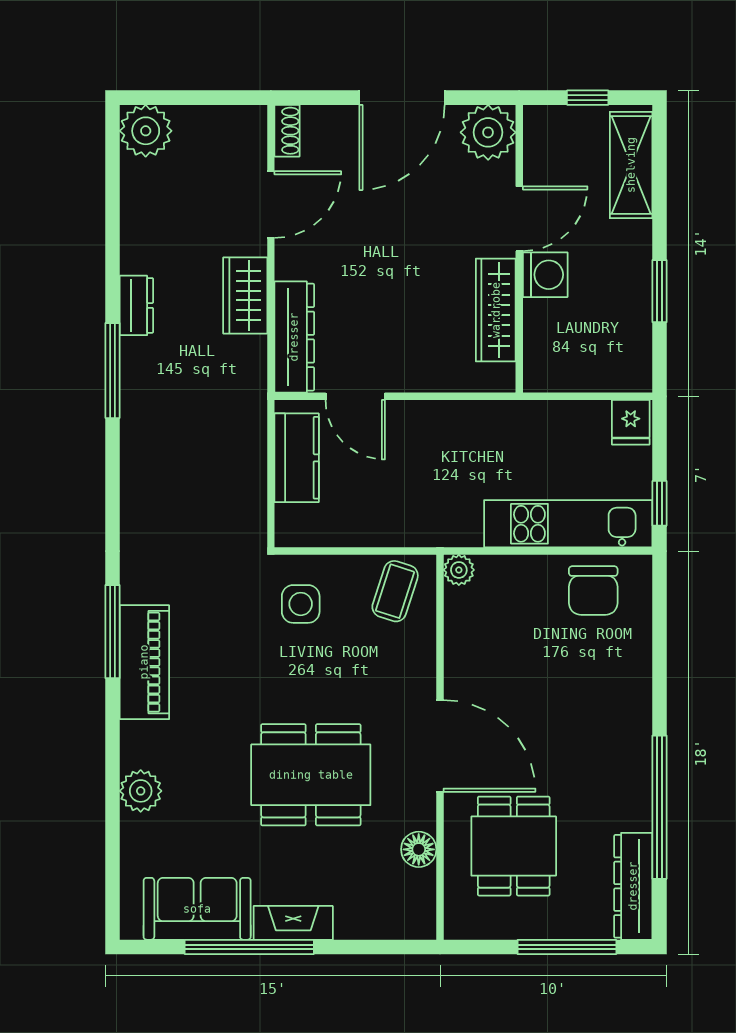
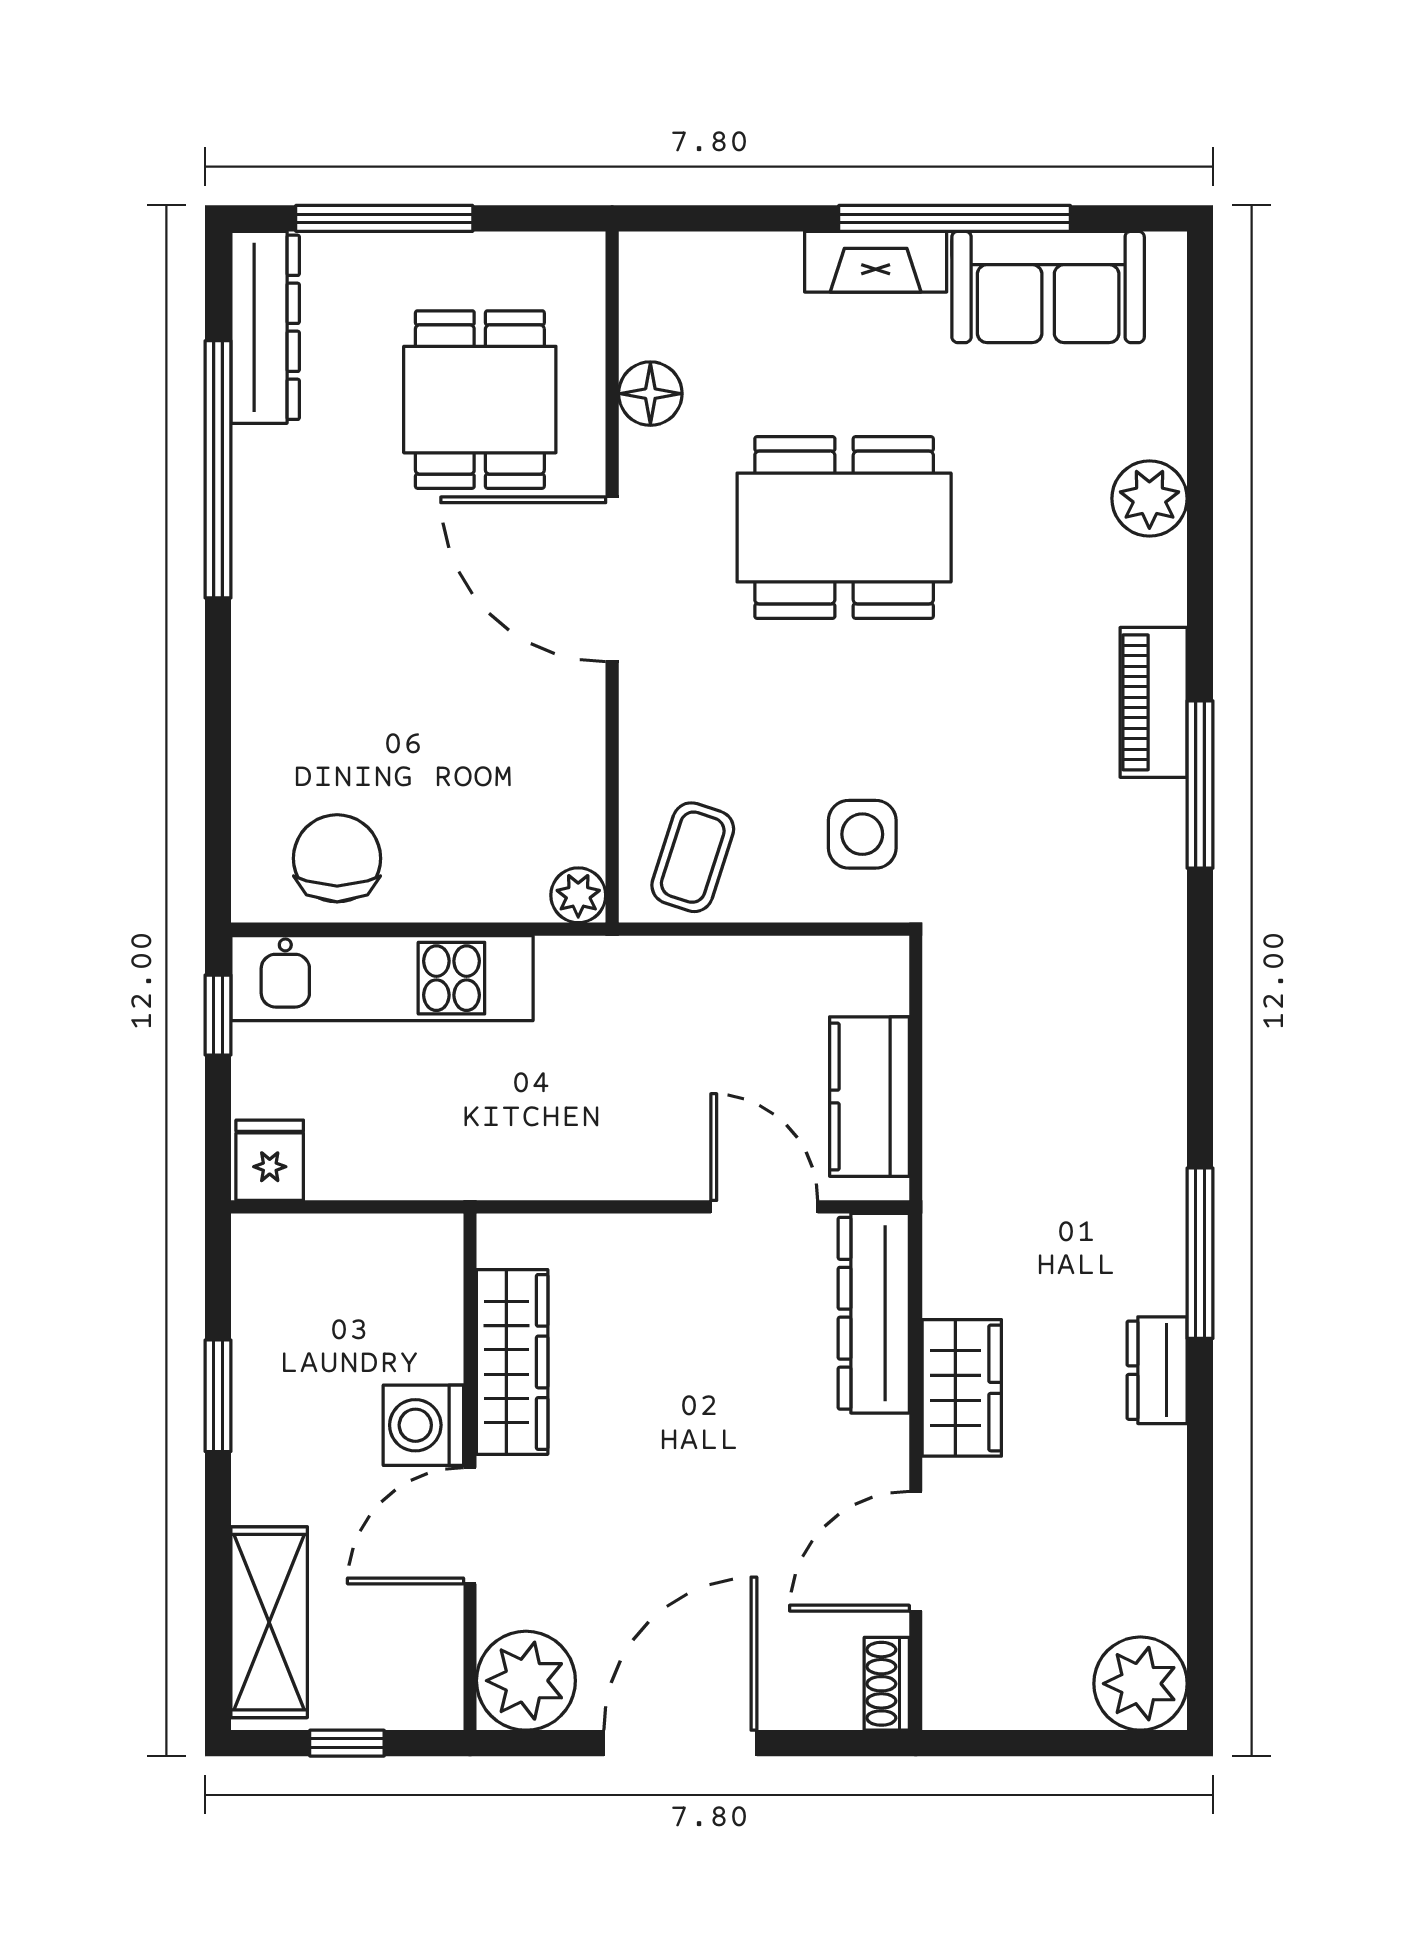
piano: (144, 662) -> (1154, 702), width x0.73, depth x0.75

